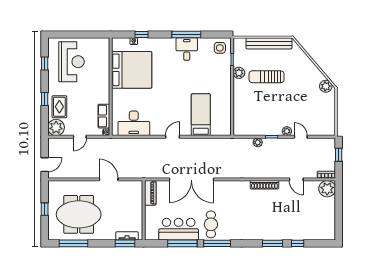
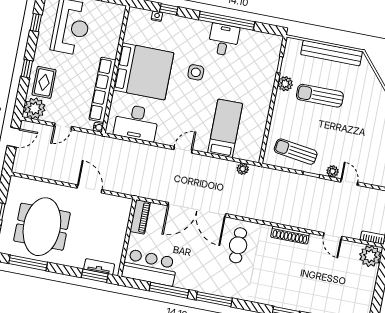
window: (186, 34) -> (227, 21), width x1.46
side table: (220, 48) -> (196, 72), moved
bed: (132, 70) -> (143, 71), moved
row of seats: (104, 116) -> (102, 90), width x2.02
sun lounger: (257, 122) -> (296, 152), added
plant: (258, 142) -> (243, 169), moved
door: (45, 165) -> (14, 137), moved
meeting table: (79, 214) -> (42, 227), turned 90
cafe table: (211, 224) -> (238, 245), moved
bar counter: (179, 229) -> (150, 267), moved

